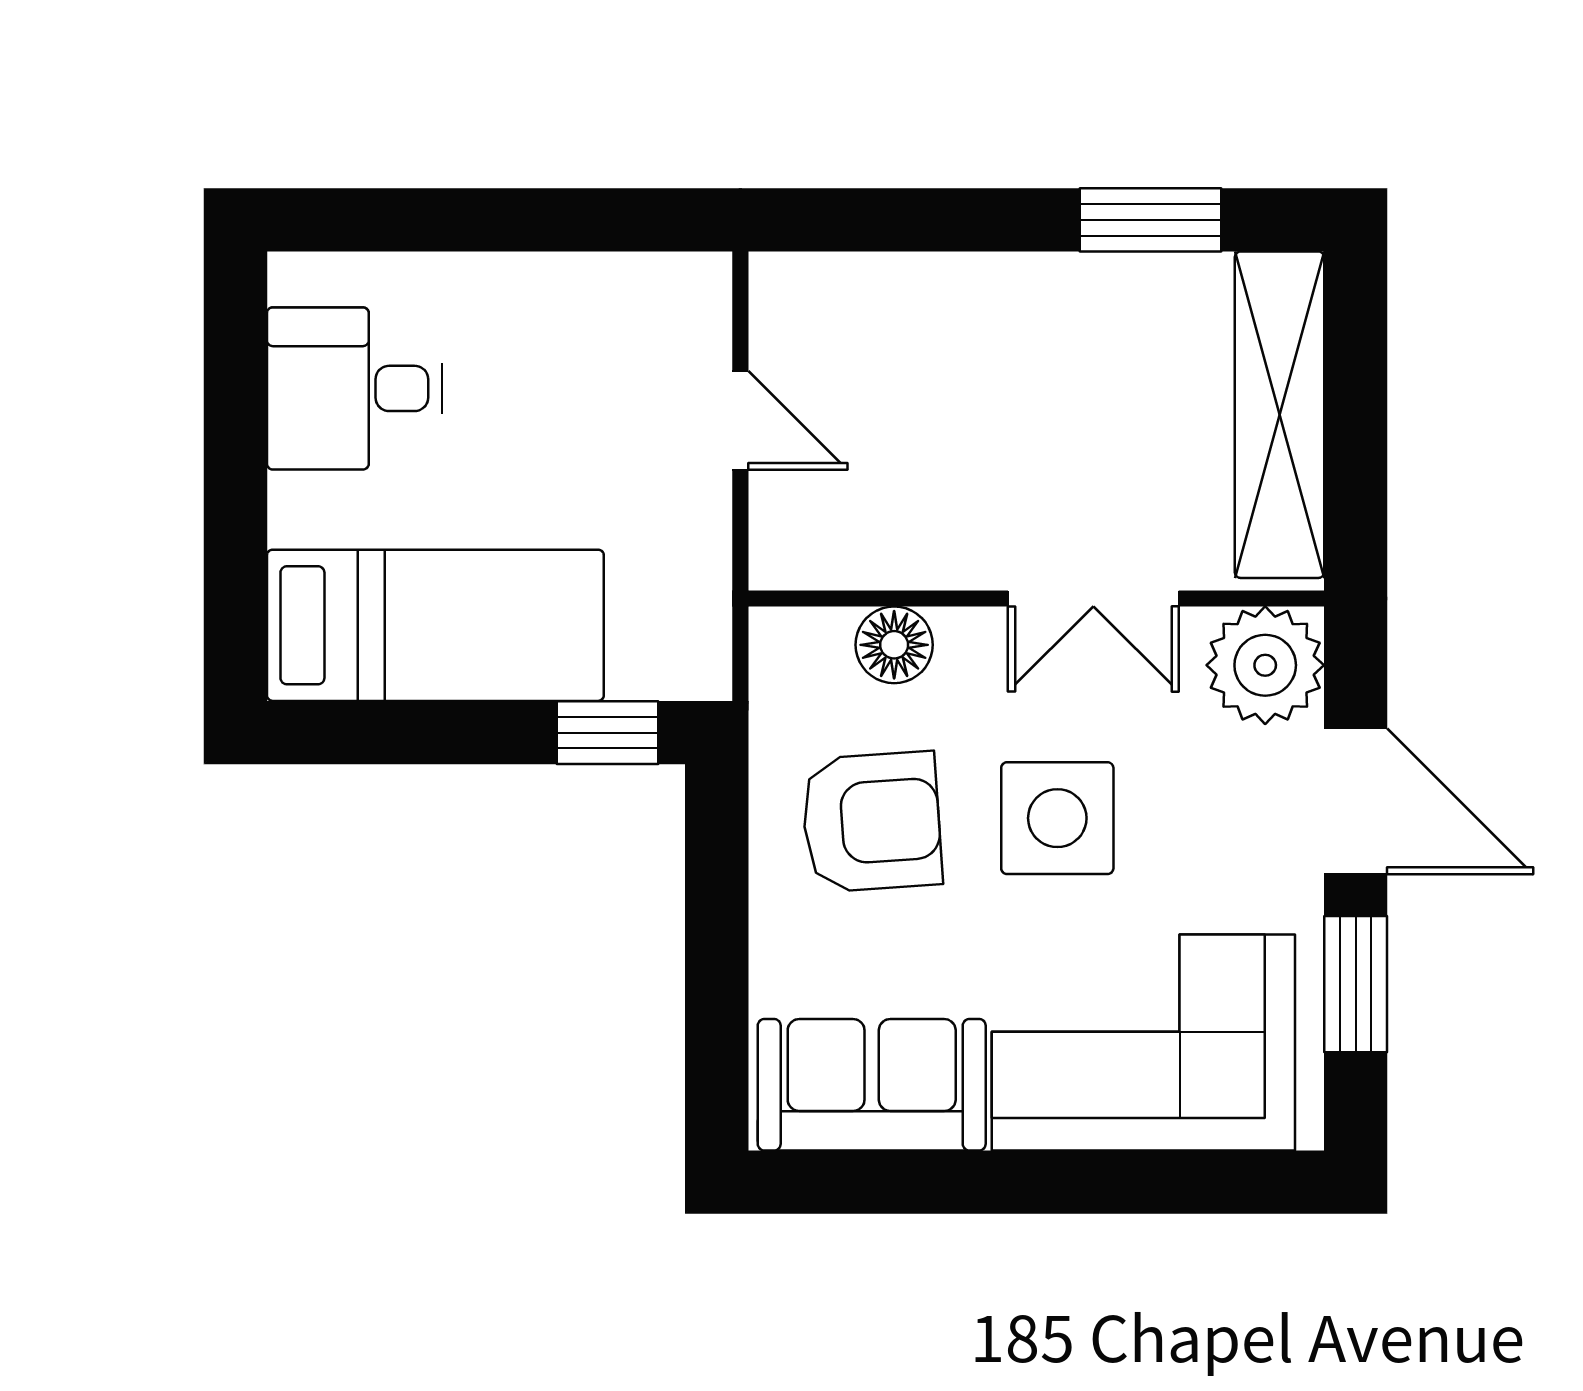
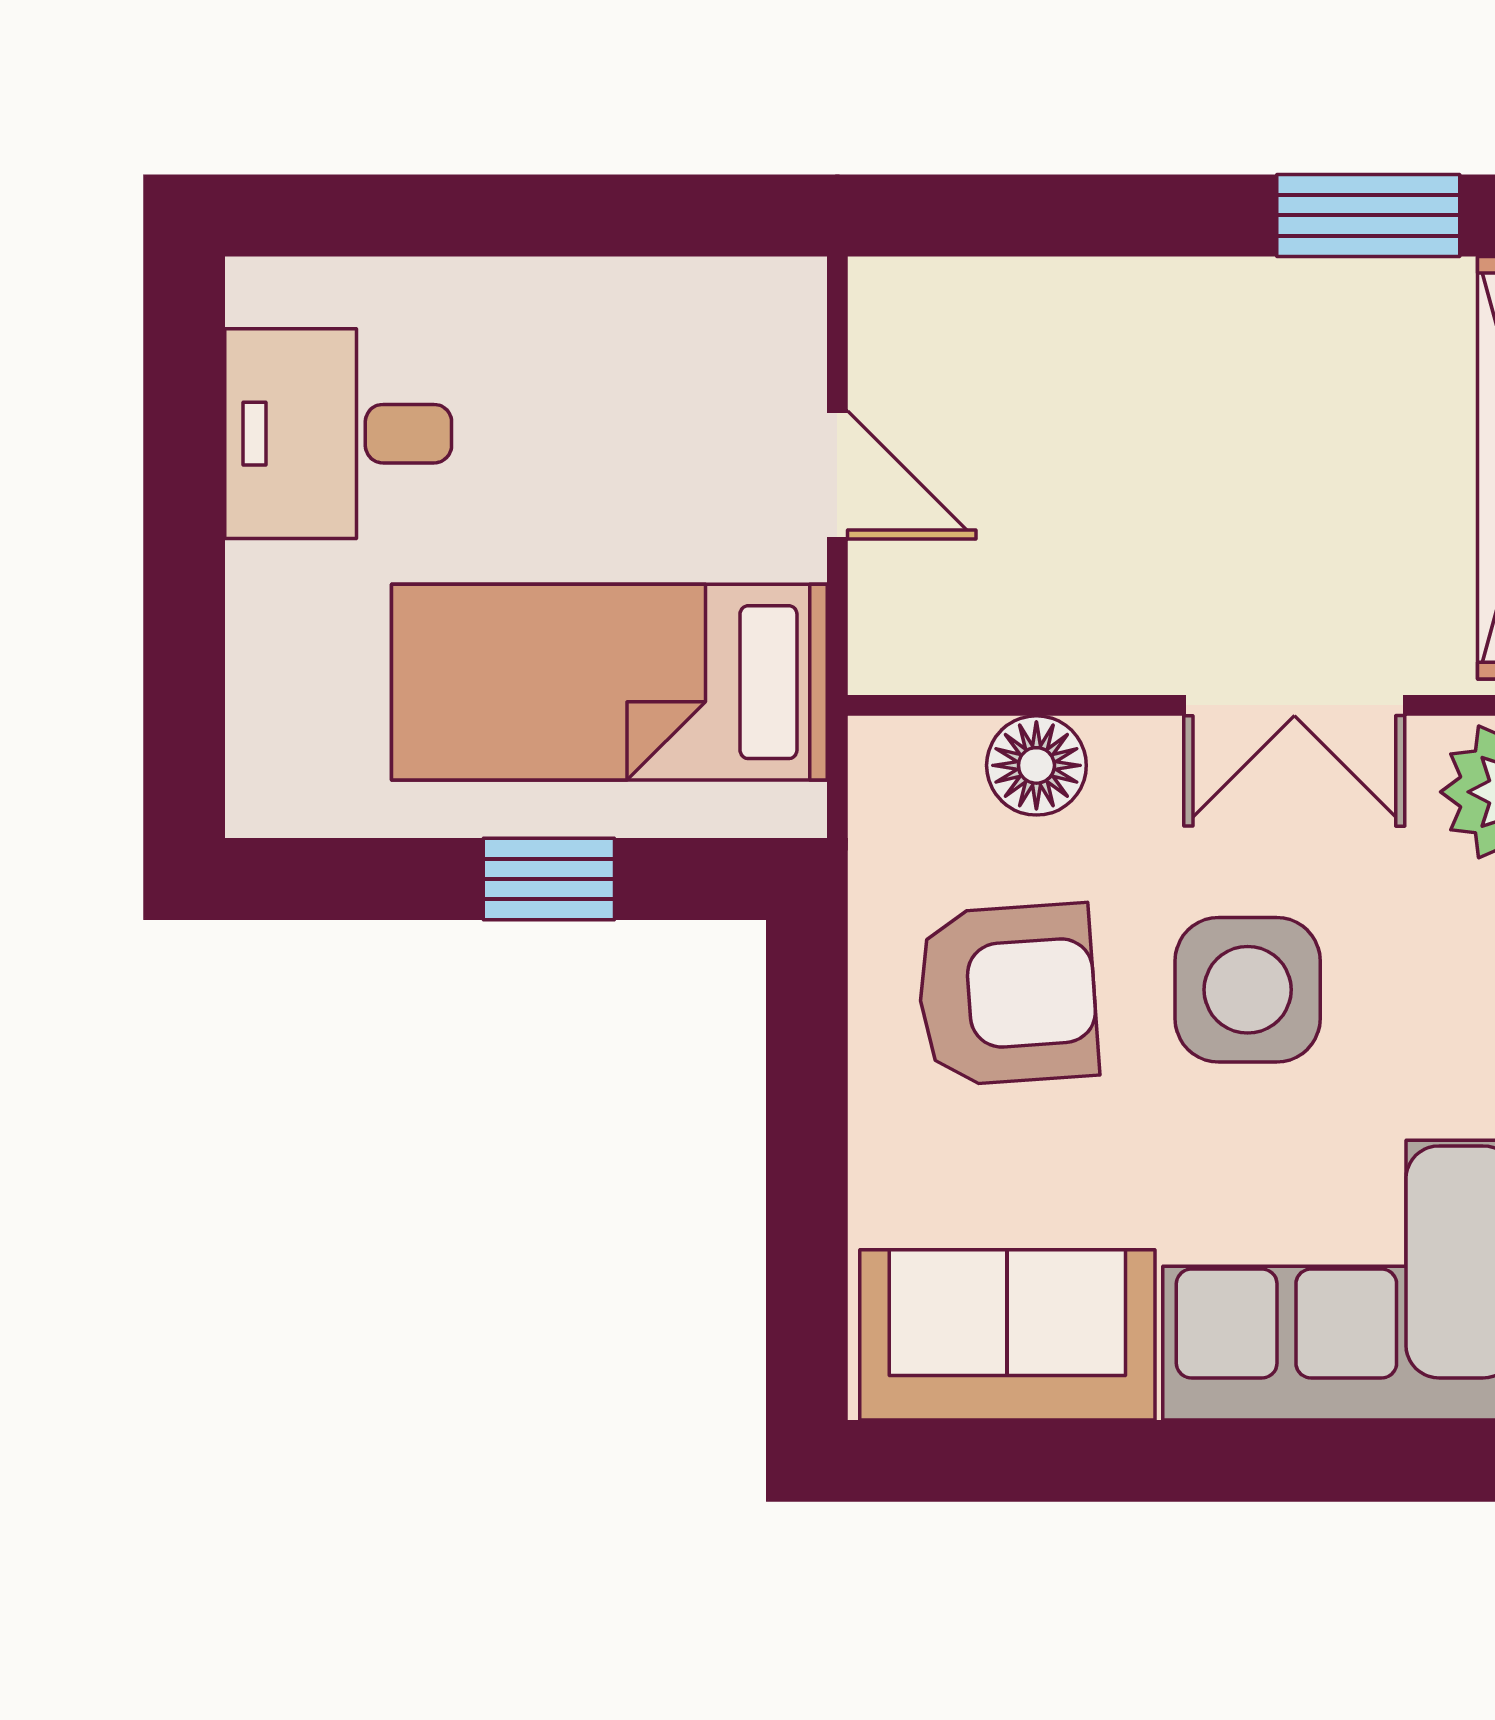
bed: (435, 625) -> (609, 682), moved, turned 180
window: (607, 733) -> (549, 879), moved

